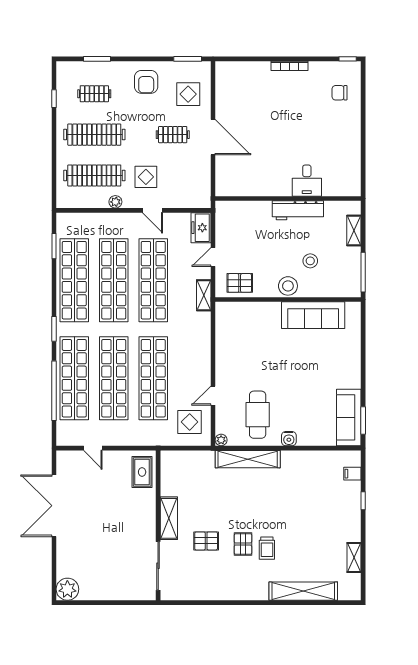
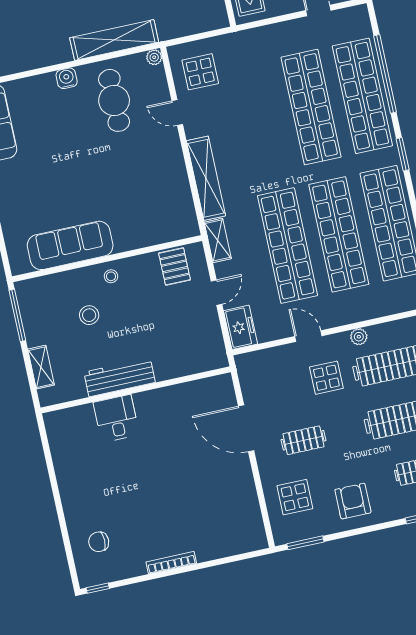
chair: (340, 93) -> (99, 542), turned 180
door: (213, 137) -> (246, 428), moved
pallet: (240, 283) -> (174, 266), turned 90
stool: (288, 286) -> (111, 276), width x0.53, depth x0.53
shelving: (202, 343) -> (206, 178), added
shop shelf: (153, 378) -> (260, 118), removed
door: (213, 396) -> (177, 113), swing flipped

